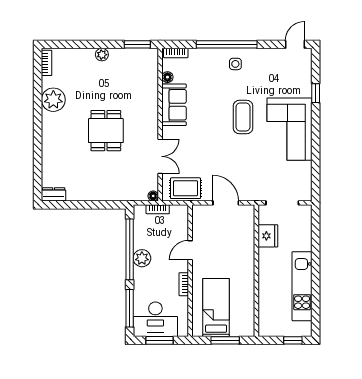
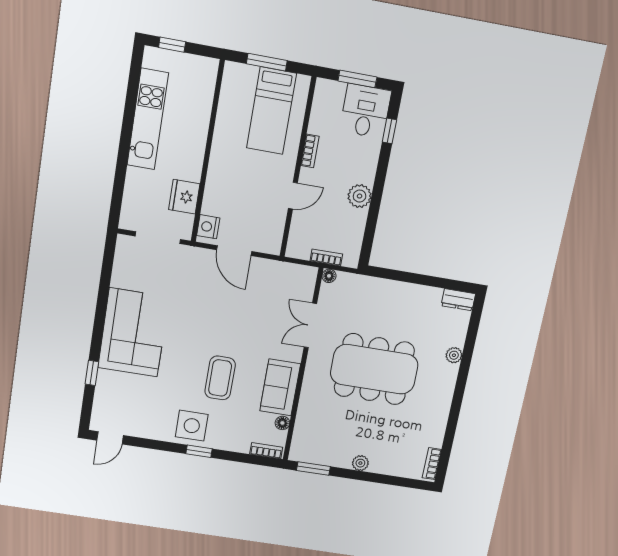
window: (227, 44) -> (199, 451), width x0.32
side table: (235, 64) -> (192, 426), width x1.87, depth x1.87
plant: (53, 100) -> (454, 355), moved, width x0.53, depth x0.53
coffee table: (243, 117) -> (220, 378), moved
dining table: (106, 131) -> (374, 369), width x1.88, depth x1.24
rug: (185, 188) -> (284, 279), removed
nightstand: (247, 217) -> (208, 227), added
window: (130, 249) -> (374, 211), removed
window: (130, 308) -> (389, 131), width x0.46
desk: (155, 319) -> (365, 111), width x0.73

